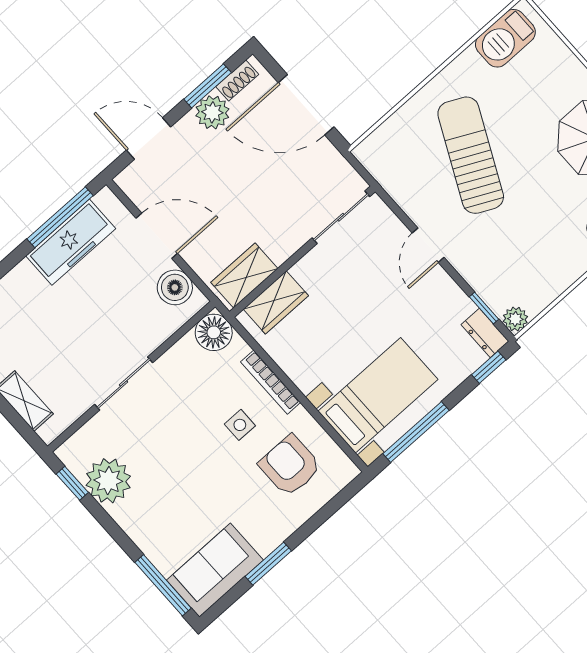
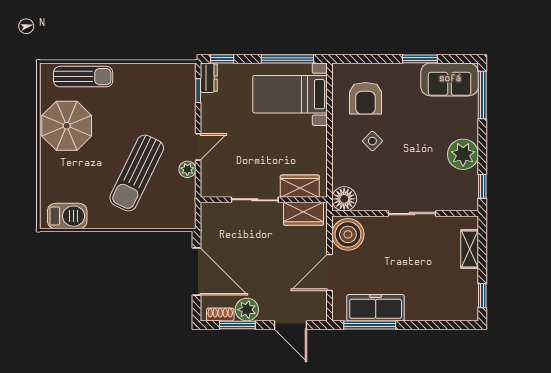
sliding door: (341, 217) -> (255, 200), moved
door: (157, 236) -> (330, 273), hinge flipped
boiler: (175, 287) -> (348, 234), width x1.37, depth x1.37
plant: (515, 319) -> (187, 169), moved
bookcase: (271, 382) -> (338, 149), removed
side table: (240, 425) -> (372, 141), turned 45
plant: (108, 481) -> (463, 154), moved

